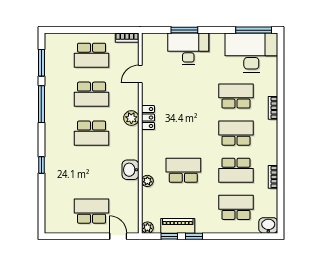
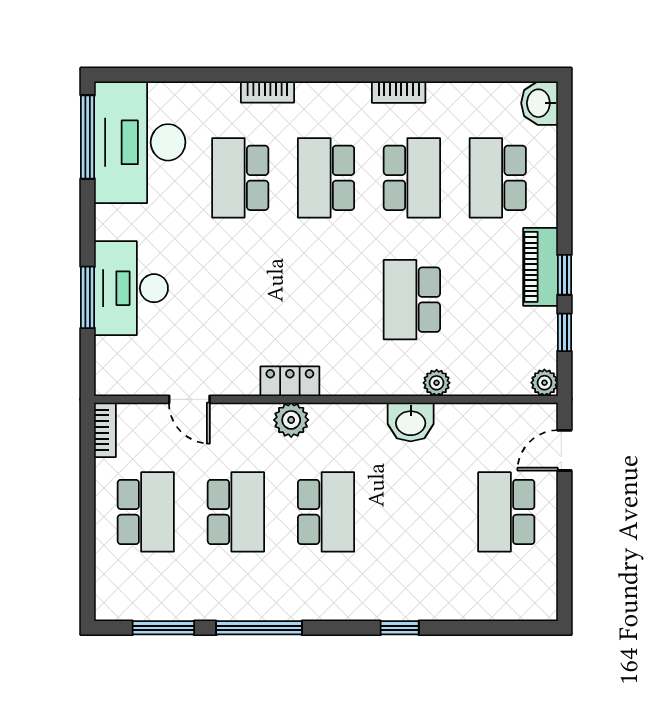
bookcase: (273, 177) -> (399, 92), moved
piano: (178, 226) -> (540, 267), moved

